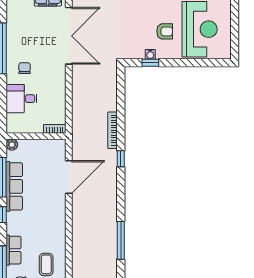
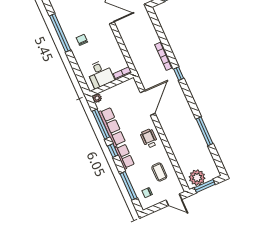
desk: (22, 99) -> (100, 74), moved, turned -90
wheelchair: (52, 219) -> (149, 138), added
row of seats: (13, 250) -> (125, 156), moved

